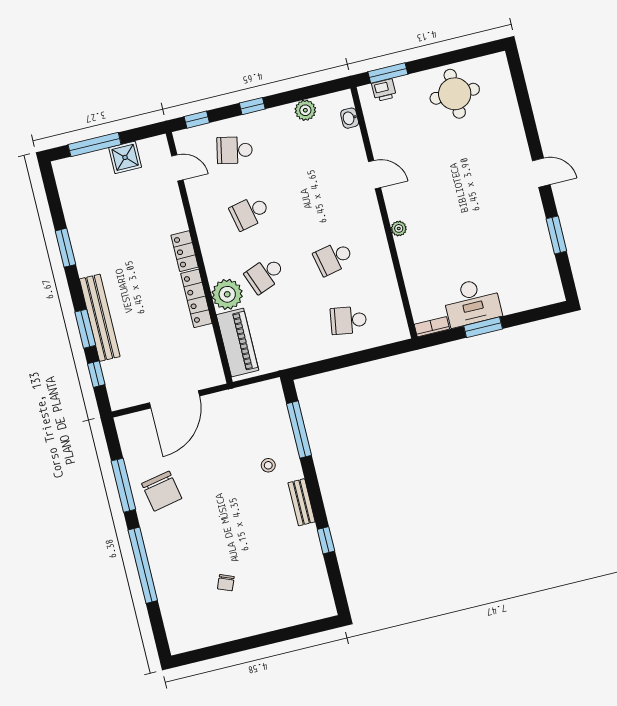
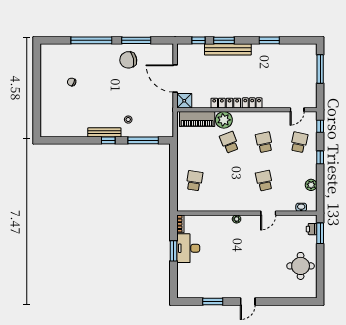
shower: (125, 157) -> (184, 101), moved
school desk: (333, 258) -> (264, 181), moved
bench: (302, 502) -> (104, 132), width x1.36
window: (326, 540) -> (108, 140), moved

